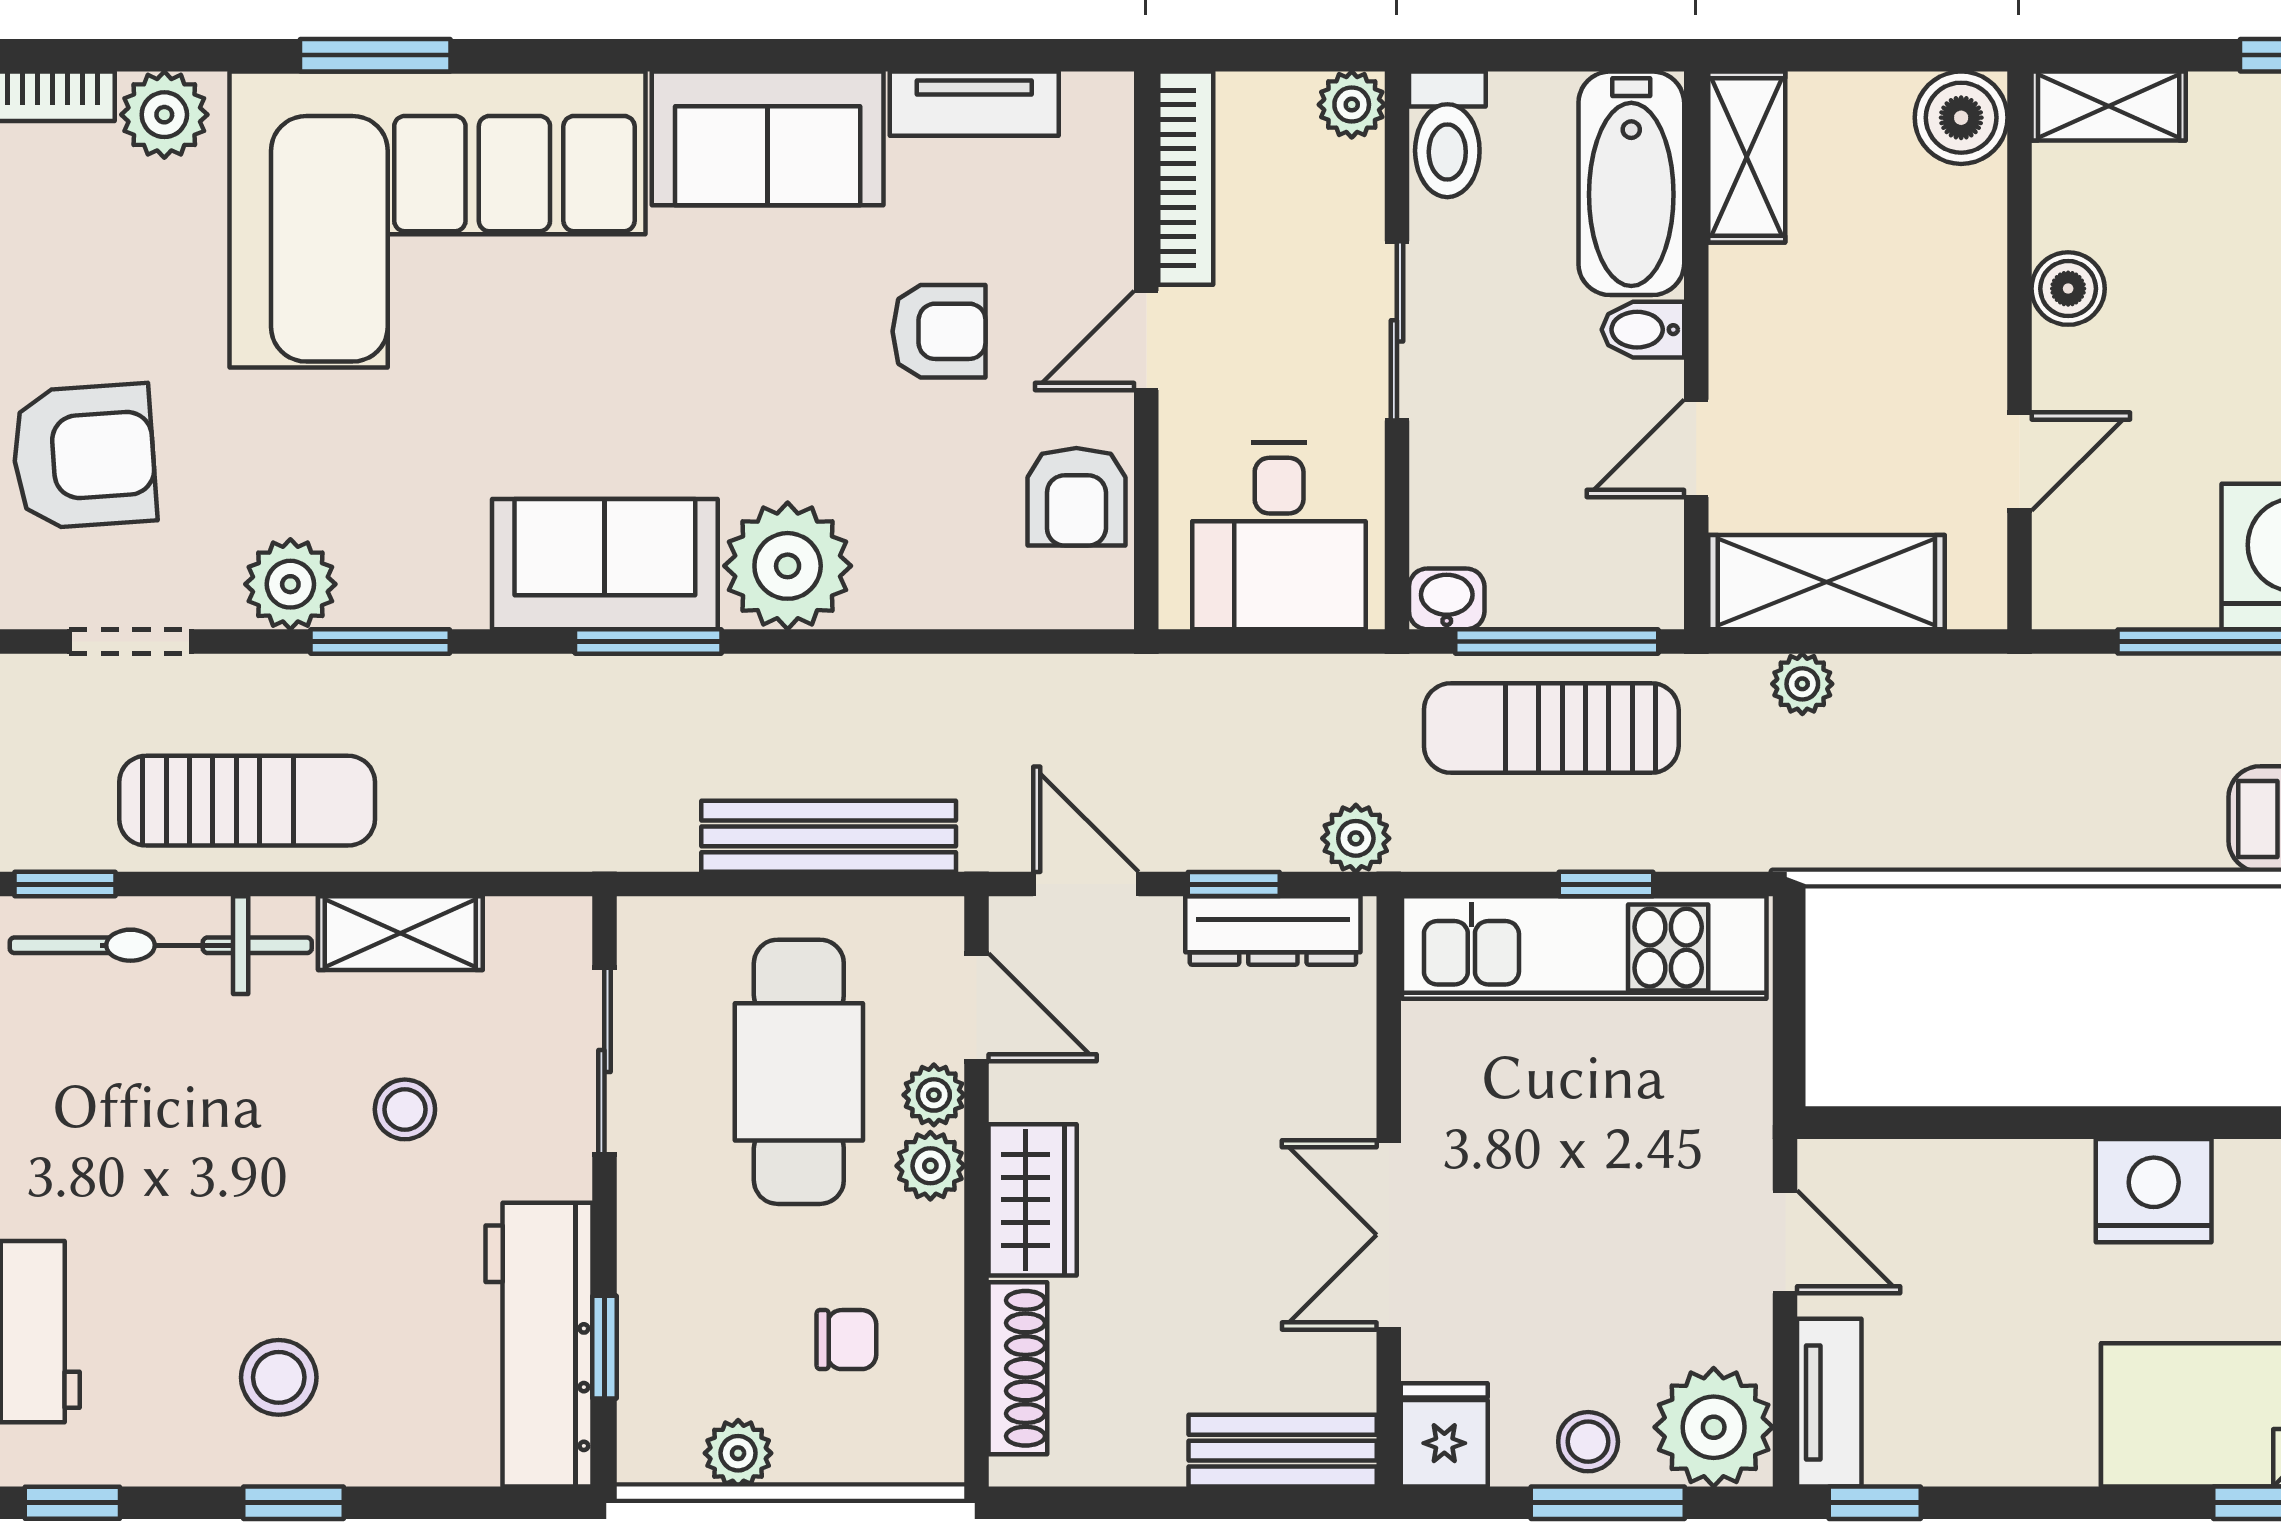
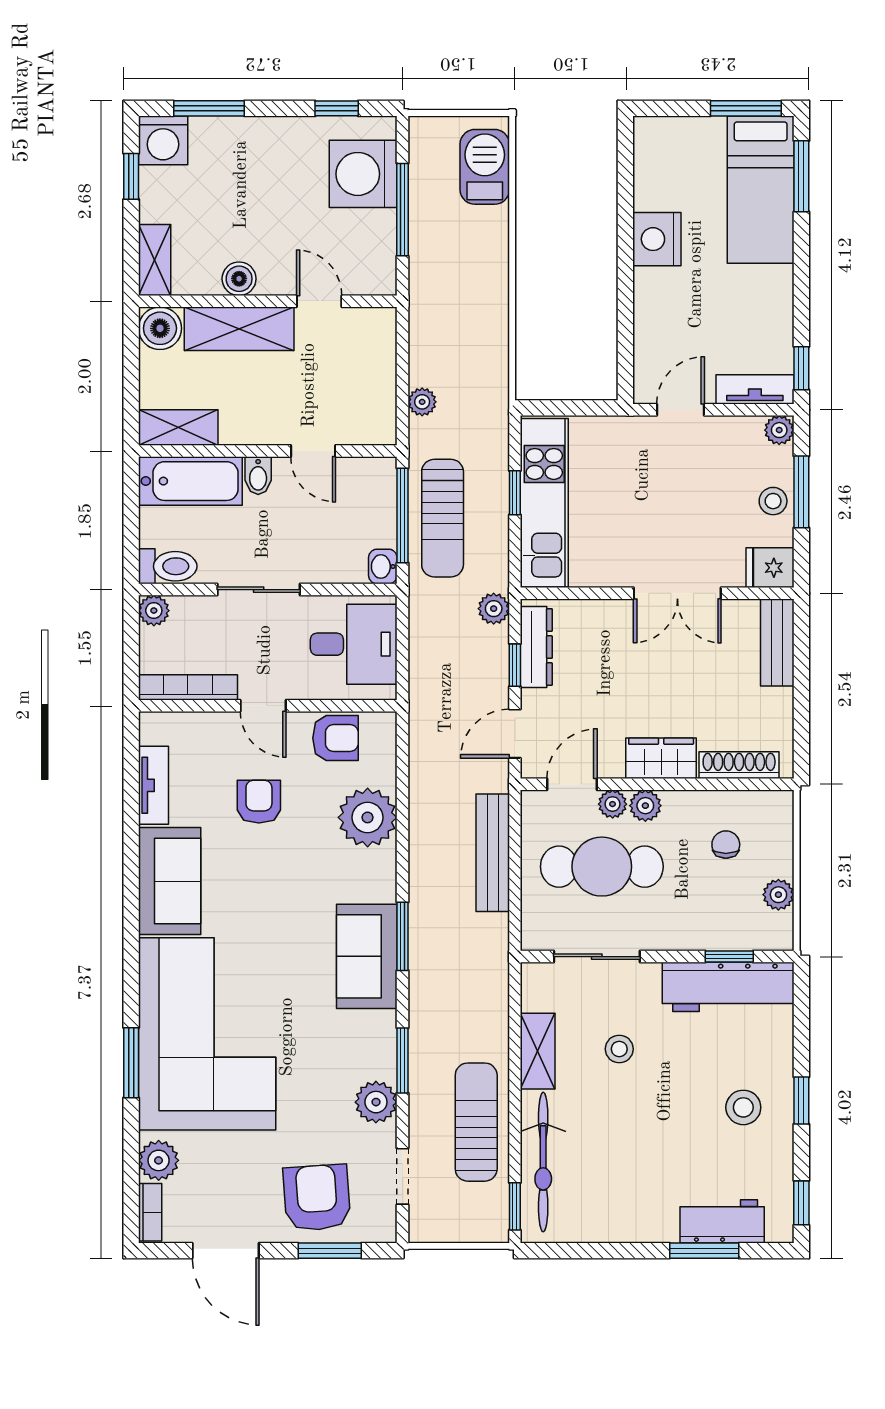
plant: (788, 566) -> (368, 817), moved
shelving: (1826, 582) -> (239, 329), moved, turned 90
plant: (1714, 1427) -> (779, 430), width x0.53, depth x0.53

